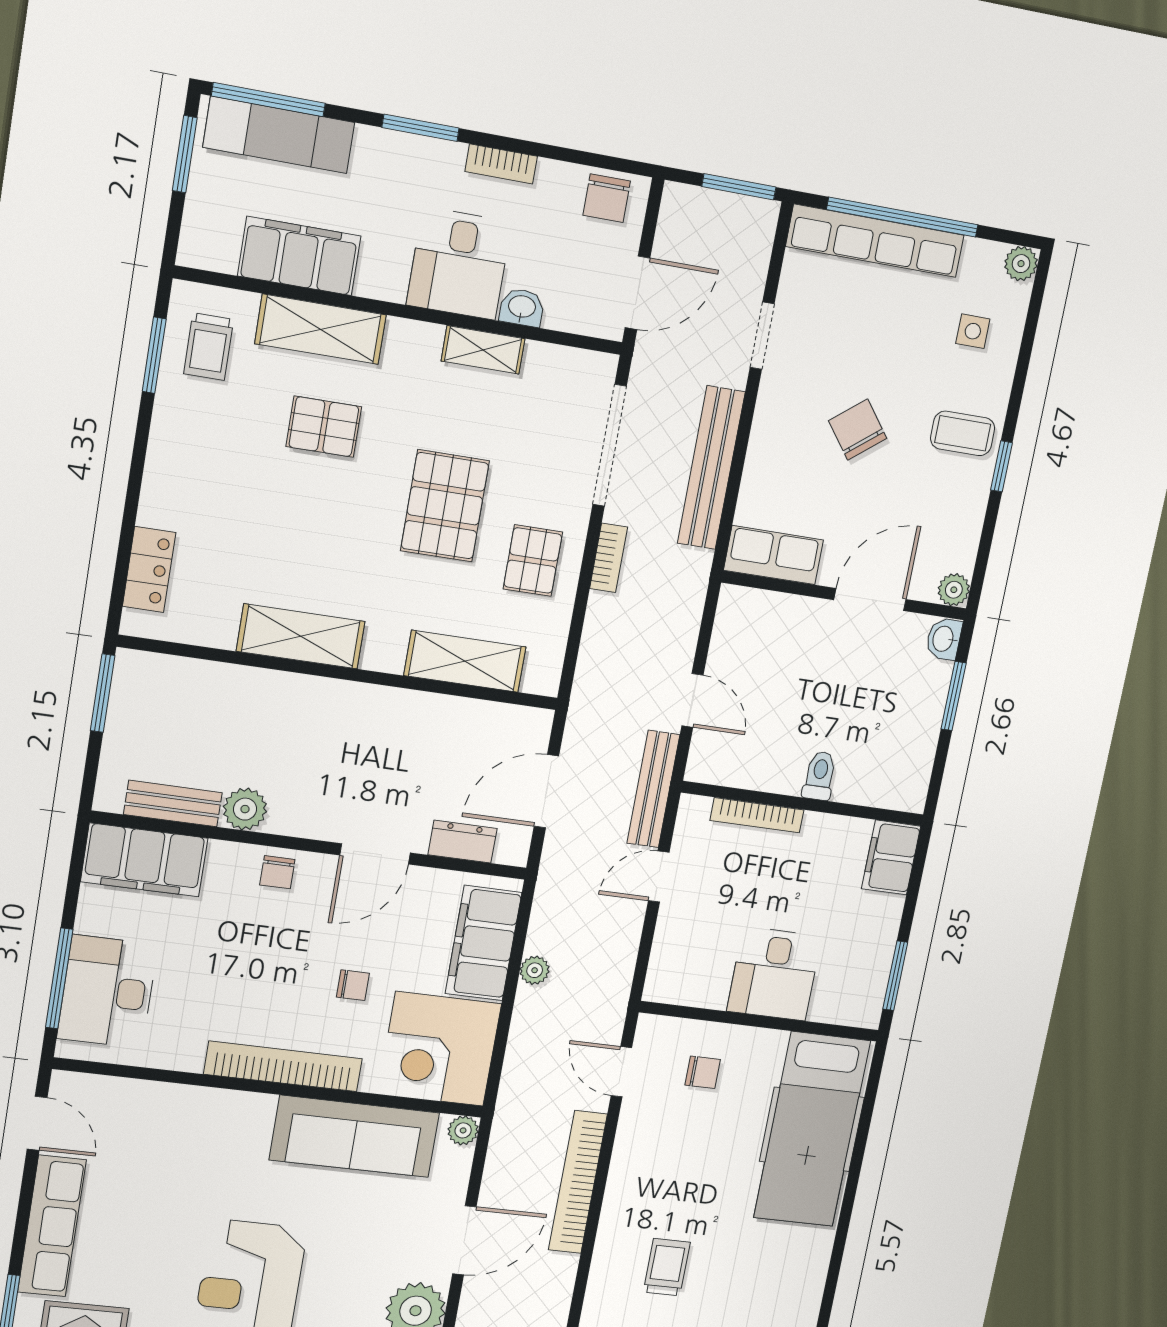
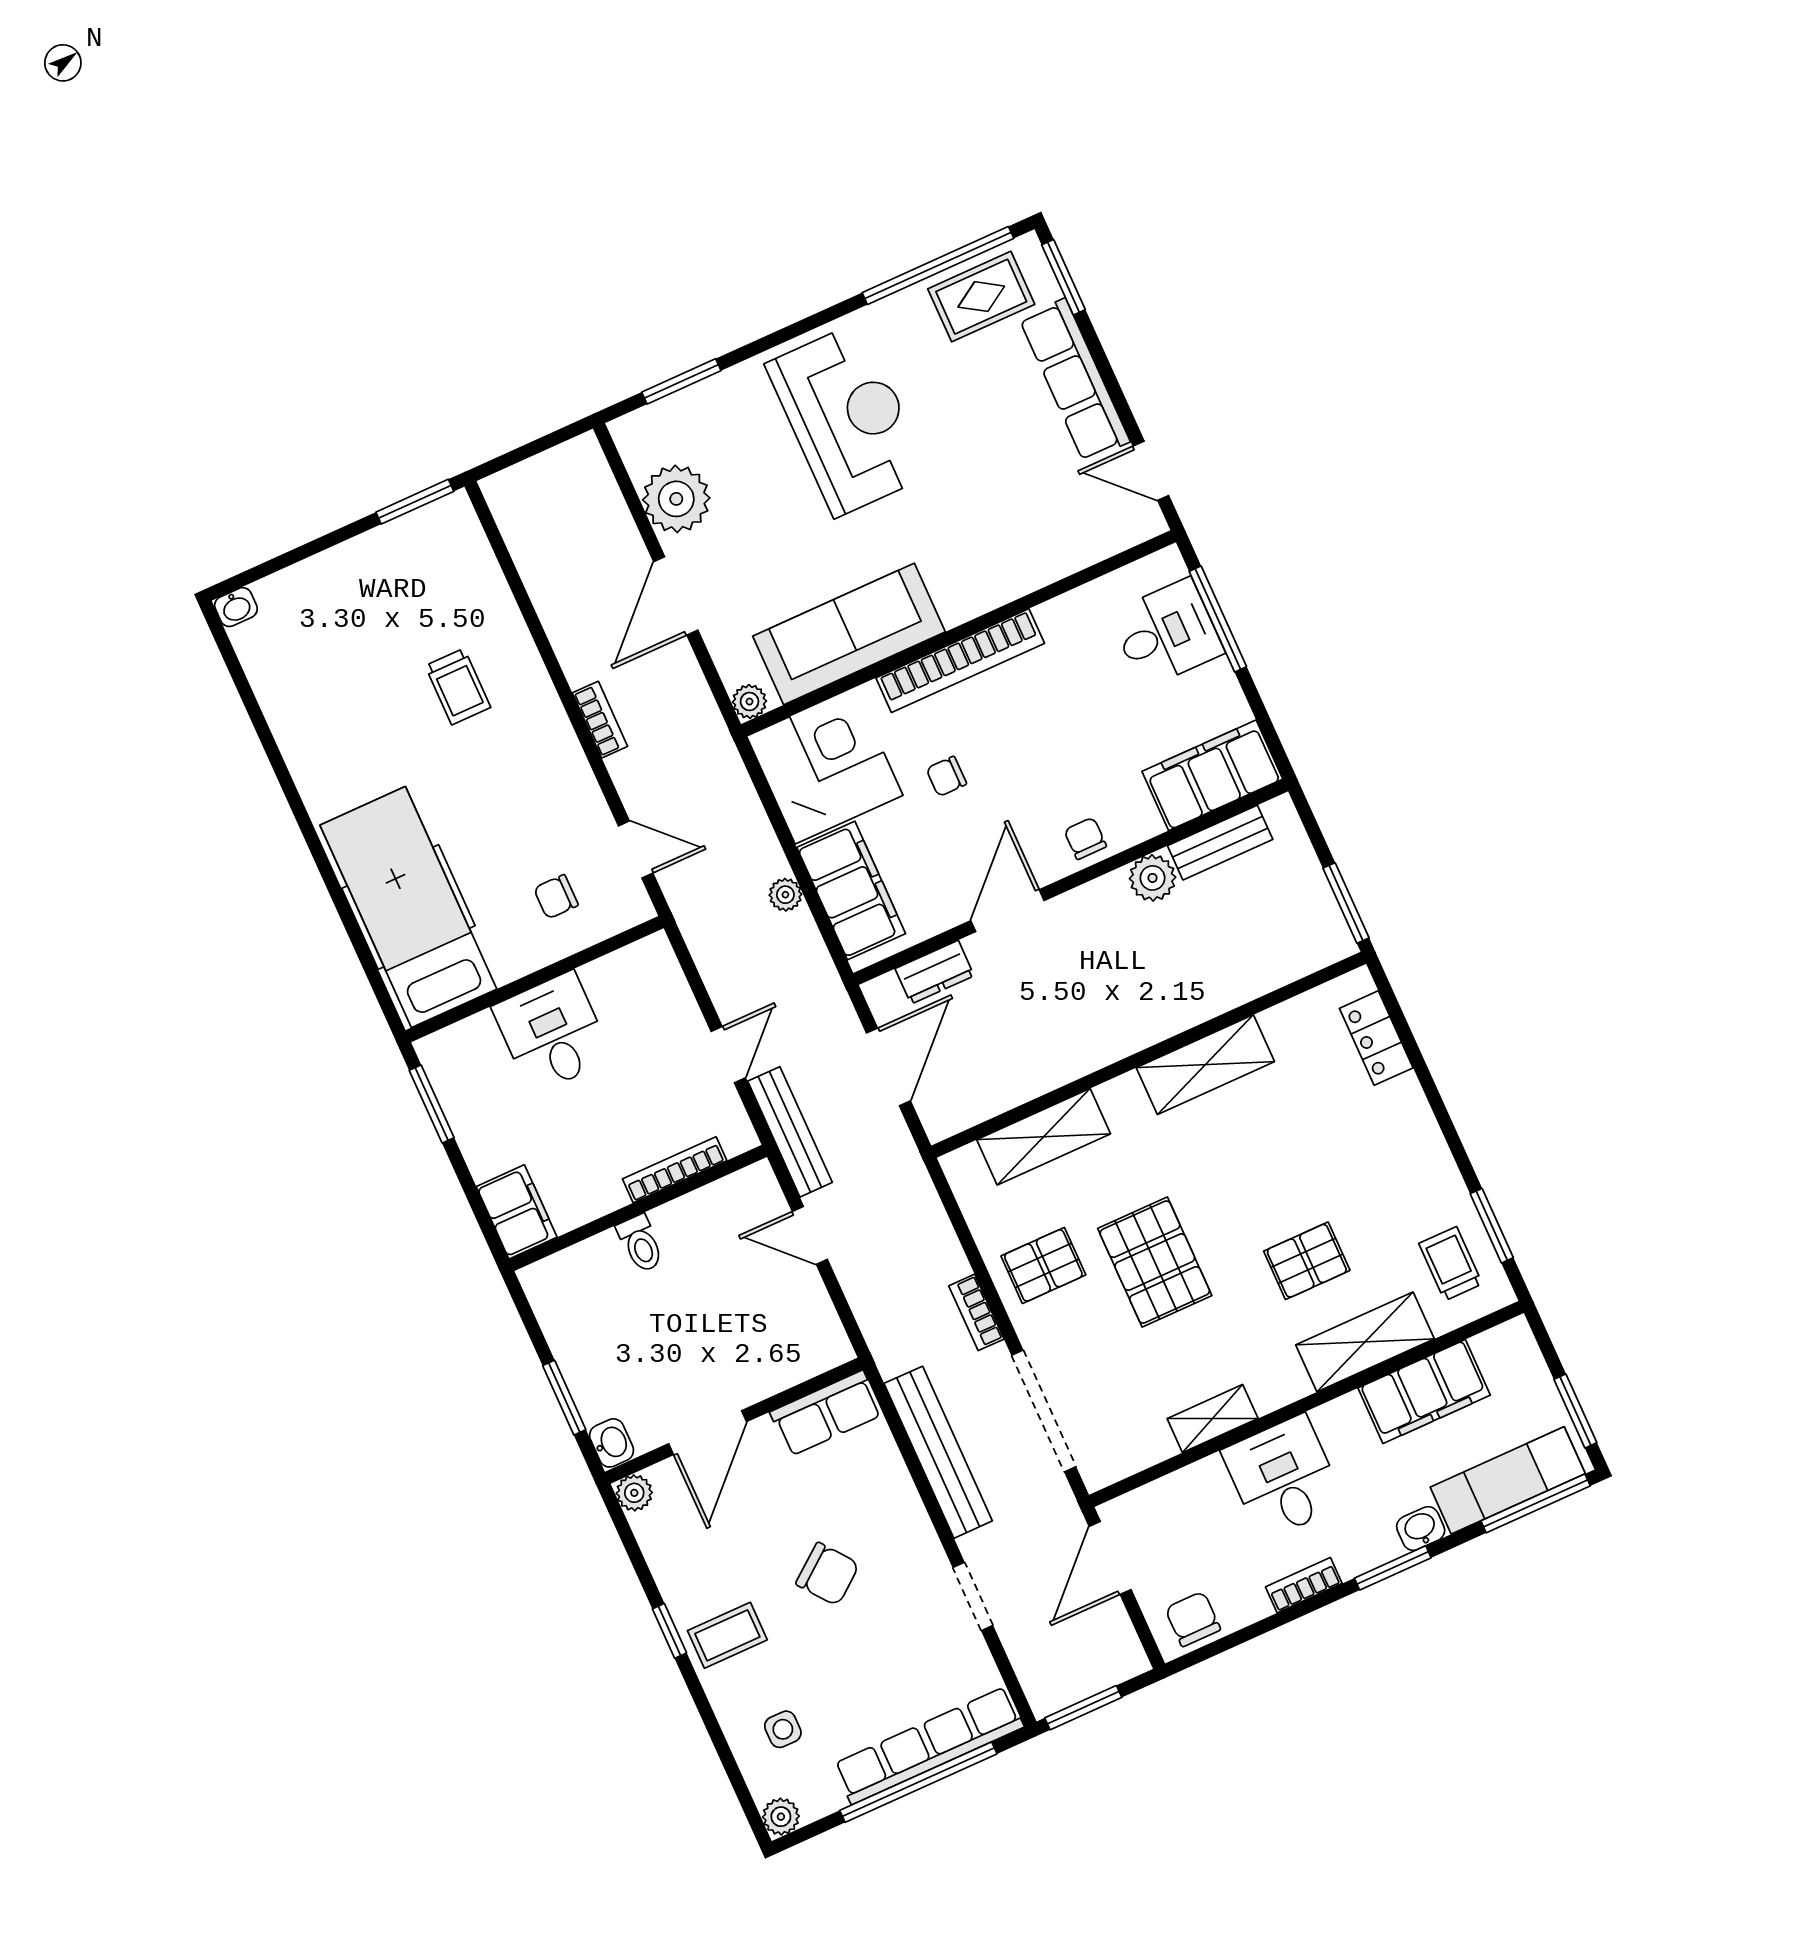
washbasin: (522, 307) -> (1421, 1529), moved, turned 180
pallet: (533, 561) -> (1043, 1265), turned 90
desk: (107, 992) -> (1167, 633), width x0.73
bookcase: (578, 1182) -> (600, 720), width x0.43, depth x0.76

